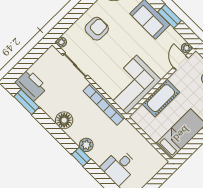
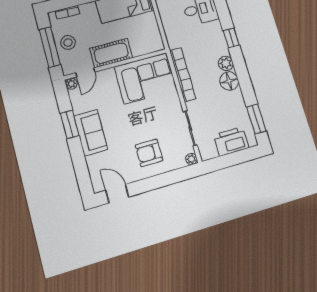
printer: (31, 85) -> (231, 141), moved, turned 90
cot: (161, 98) -> (111, 53), moved
plant: (86, 145) -> (226, 63), moved

